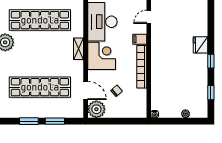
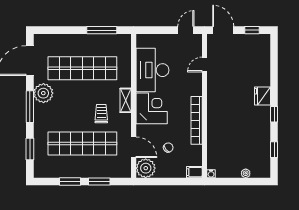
filing cabinet: (140, 39) -> (194, 172), moved
trolley: (57, 61) -> (101, 114), added

